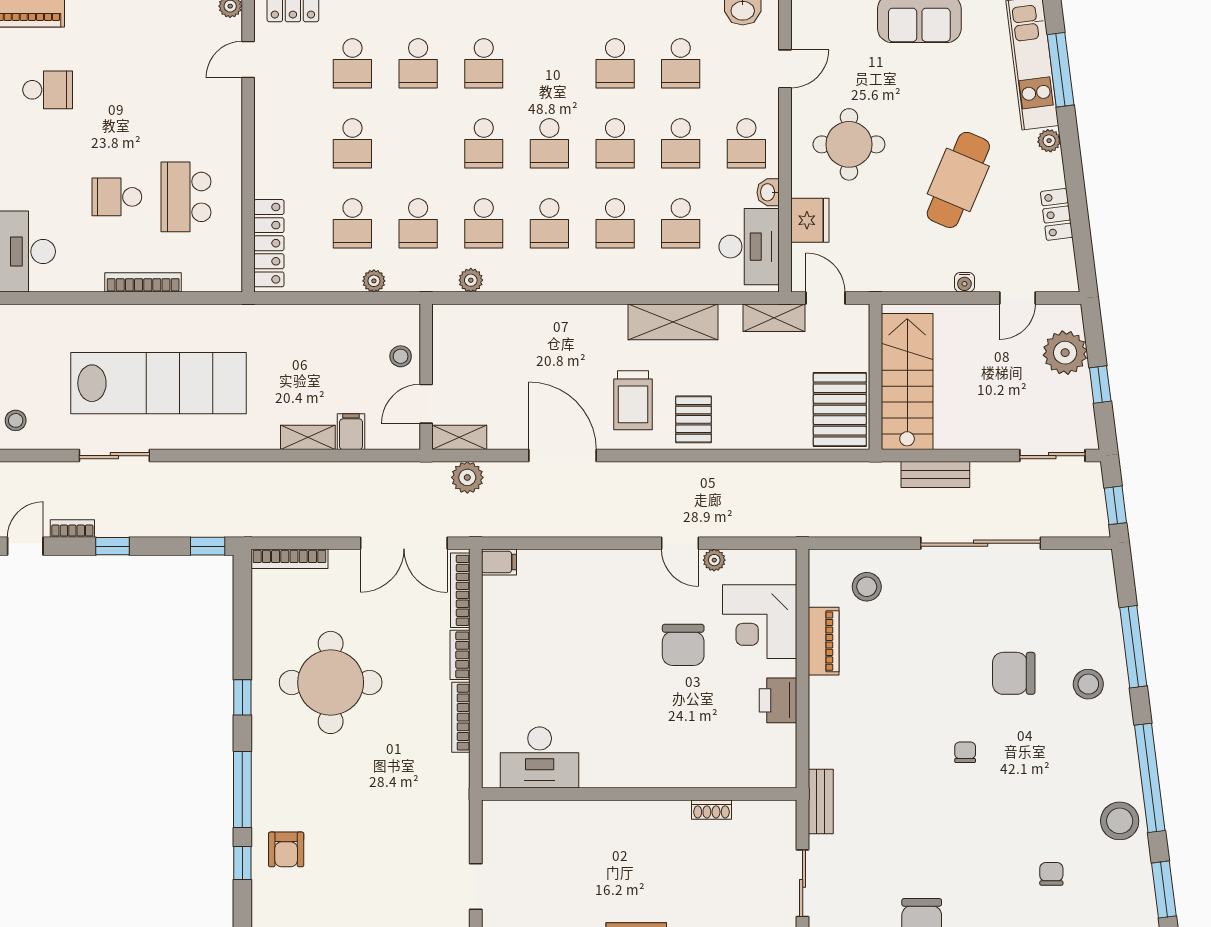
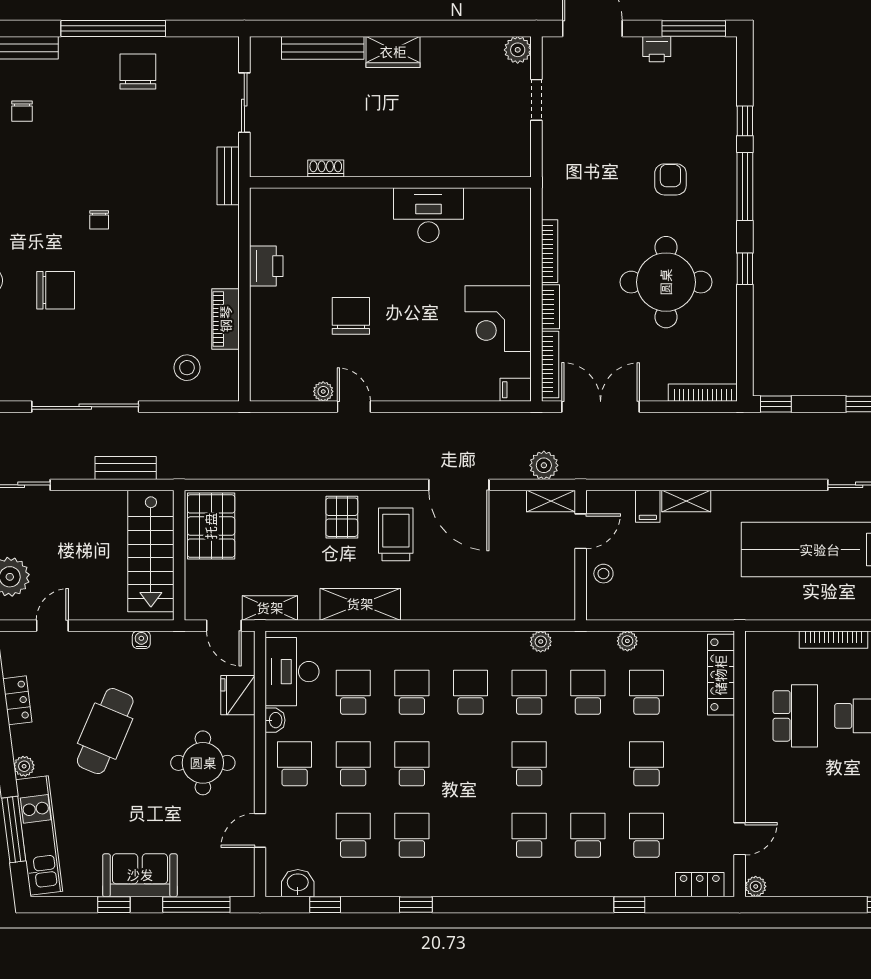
school desk: (549, 143) -> (471, 764), removed
water cooler: (964, 282) -> (141, 640), moved
corner desk: (760, 622) -> (498, 319), moved, turned 180
desk: (540, 758) -> (428, 215), moved
armchair: (286, 849) -> (670, 179), moved

